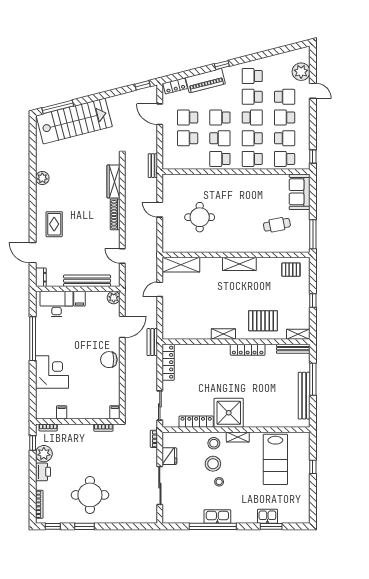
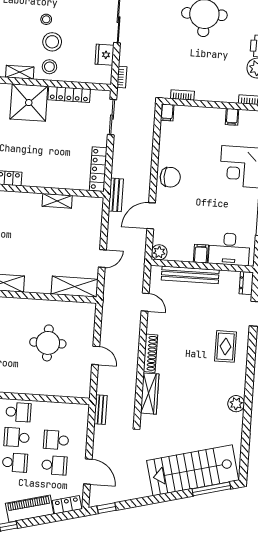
school desk: (188, 138) -> (56, 440), turned 180
shelving: (223, 334) -> (57, 201), moved

